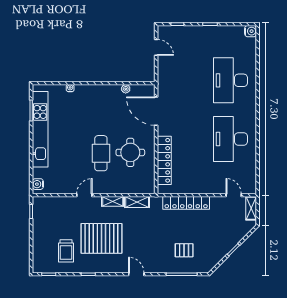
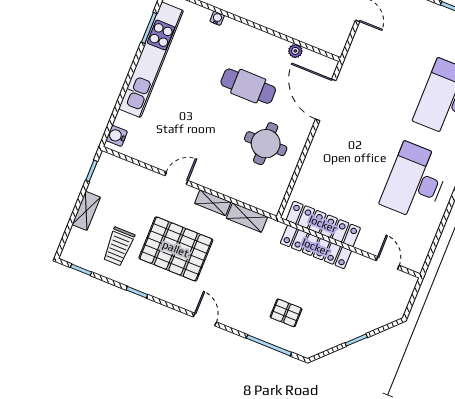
cafe table: (101, 153) -> (248, 86), moved, turned 90
locker: (164, 160) -> (323, 224), moved, turned -90
shelving: (251, 208) -> (86, 211), moved

